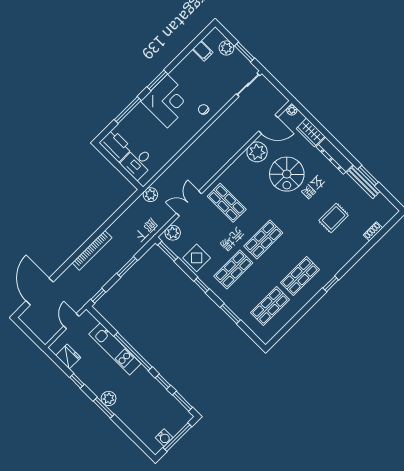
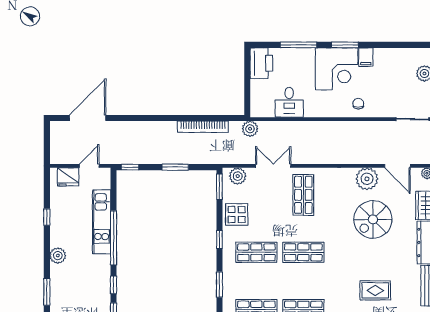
filing cabinet: (203, 51) -> (366, 57), moved
desk: (138, 163) -> (289, 102), moved, turned -90
bookcase: (92, 250) -> (203, 127), moved
fridge: (68, 357) -> (68, 177), moved, turned 90
window: (104, 408) -> (47, 292), moved

